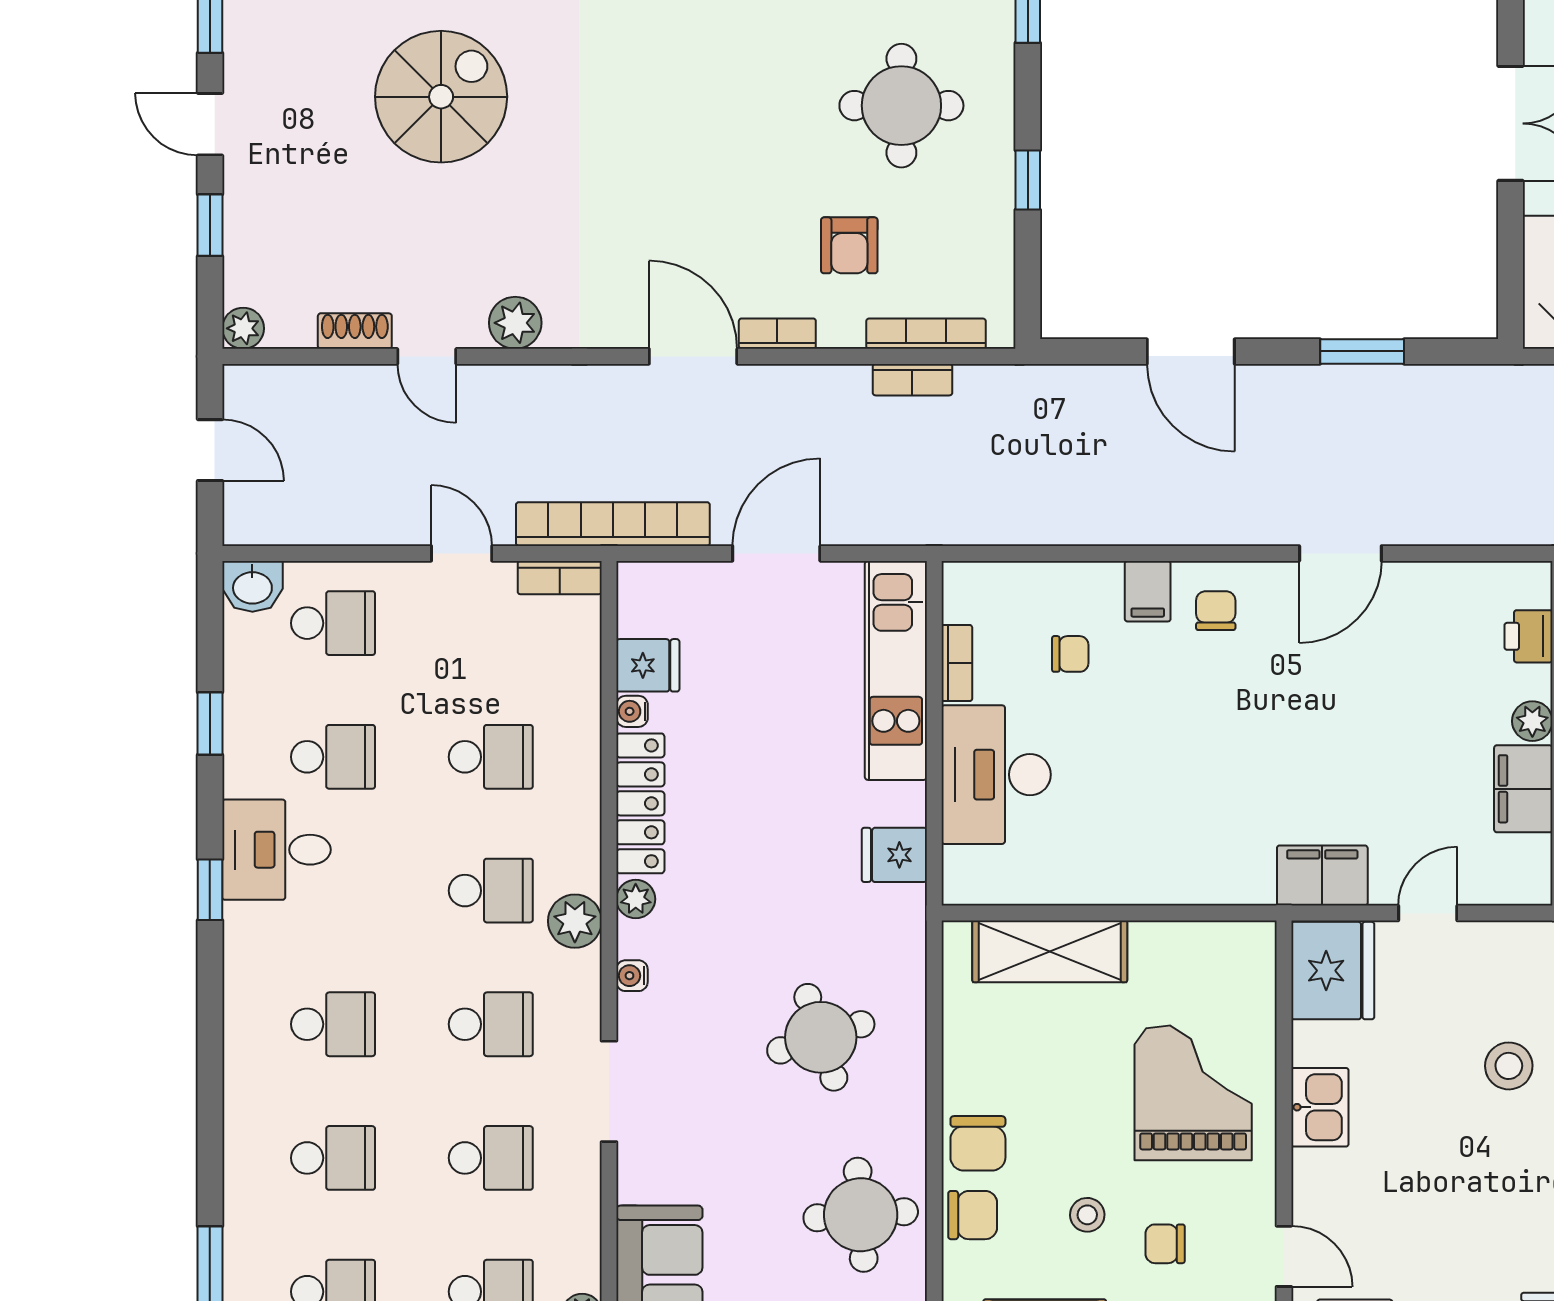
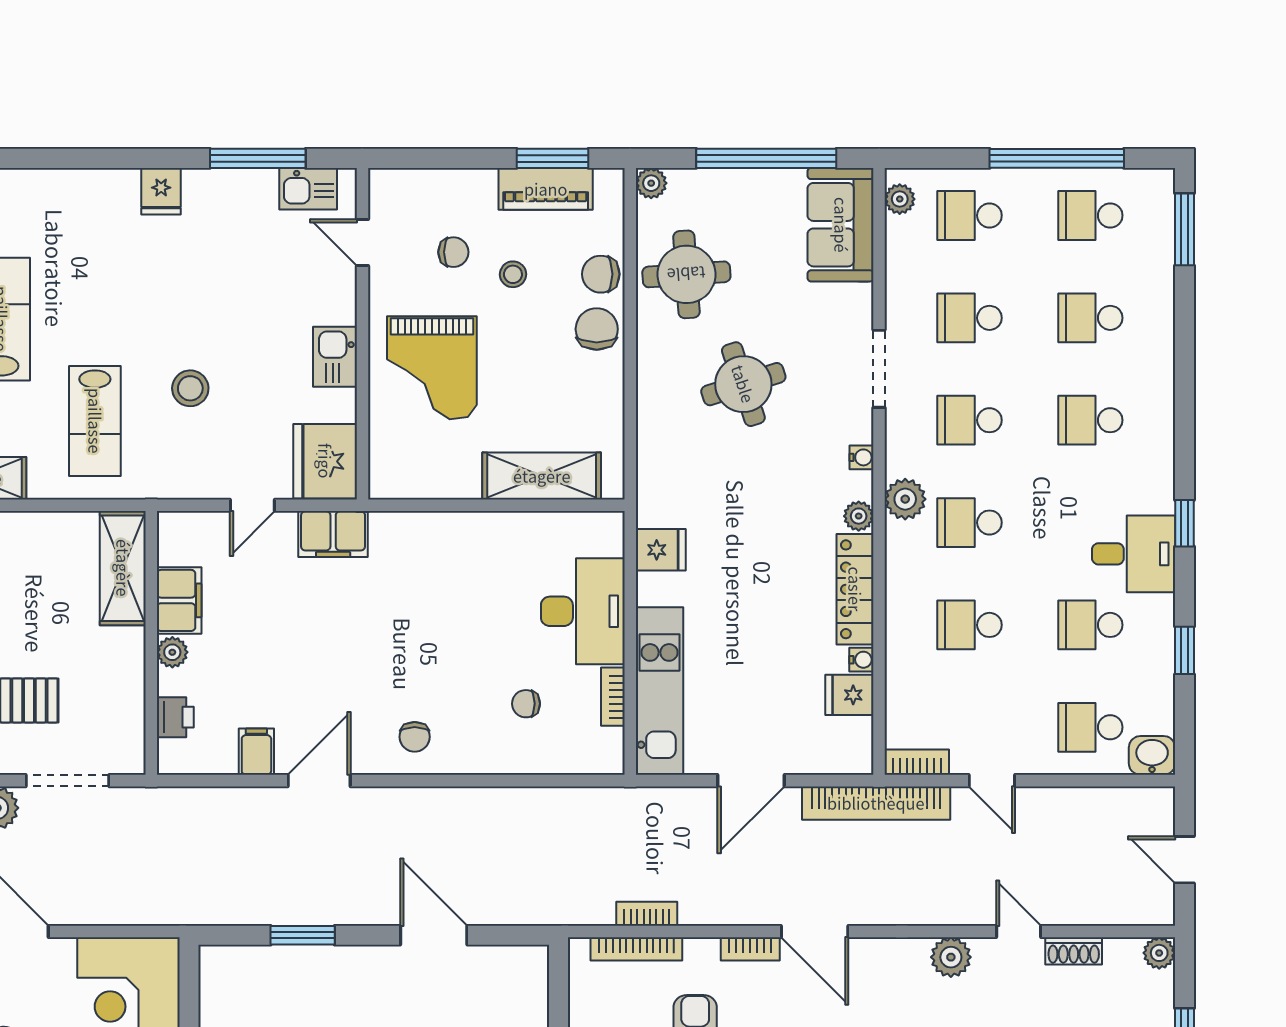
filing cabinet: (1148, 591) -> (256, 752), moved
round table: (821, 1037) -> (743, 384), moved

